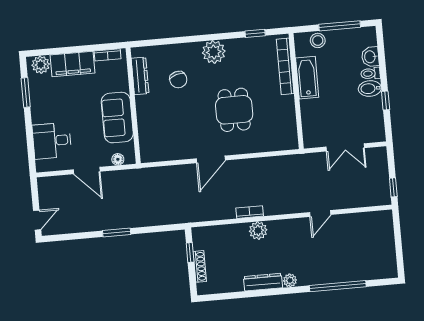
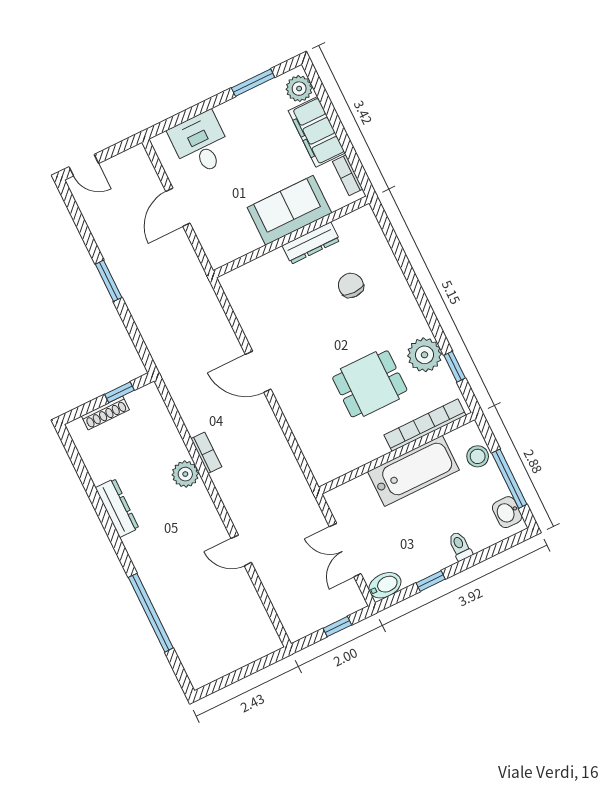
plant: (214, 52) -> (425, 355), moved
washbasin: (370, 57) -> (507, 512), moved, turned -90
dresser: (140, 76) -> (311, 243), moved
bathtub: (307, 78) -> (413, 471), width x1.36, depth x1.36
chair: (178, 80) -> (351, 285), turned 107
bidet: (370, 89) -> (385, 585), moved, turned 90
dining table: (234, 110) -> (370, 384), moved
sofa: (117, 118) -> (289, 210), moved
floor lamp: (118, 159) -> (210, 244), removed
window: (393, 187) -> (337, 627), moved
plant: (290, 280) -> (134, 544), removed

